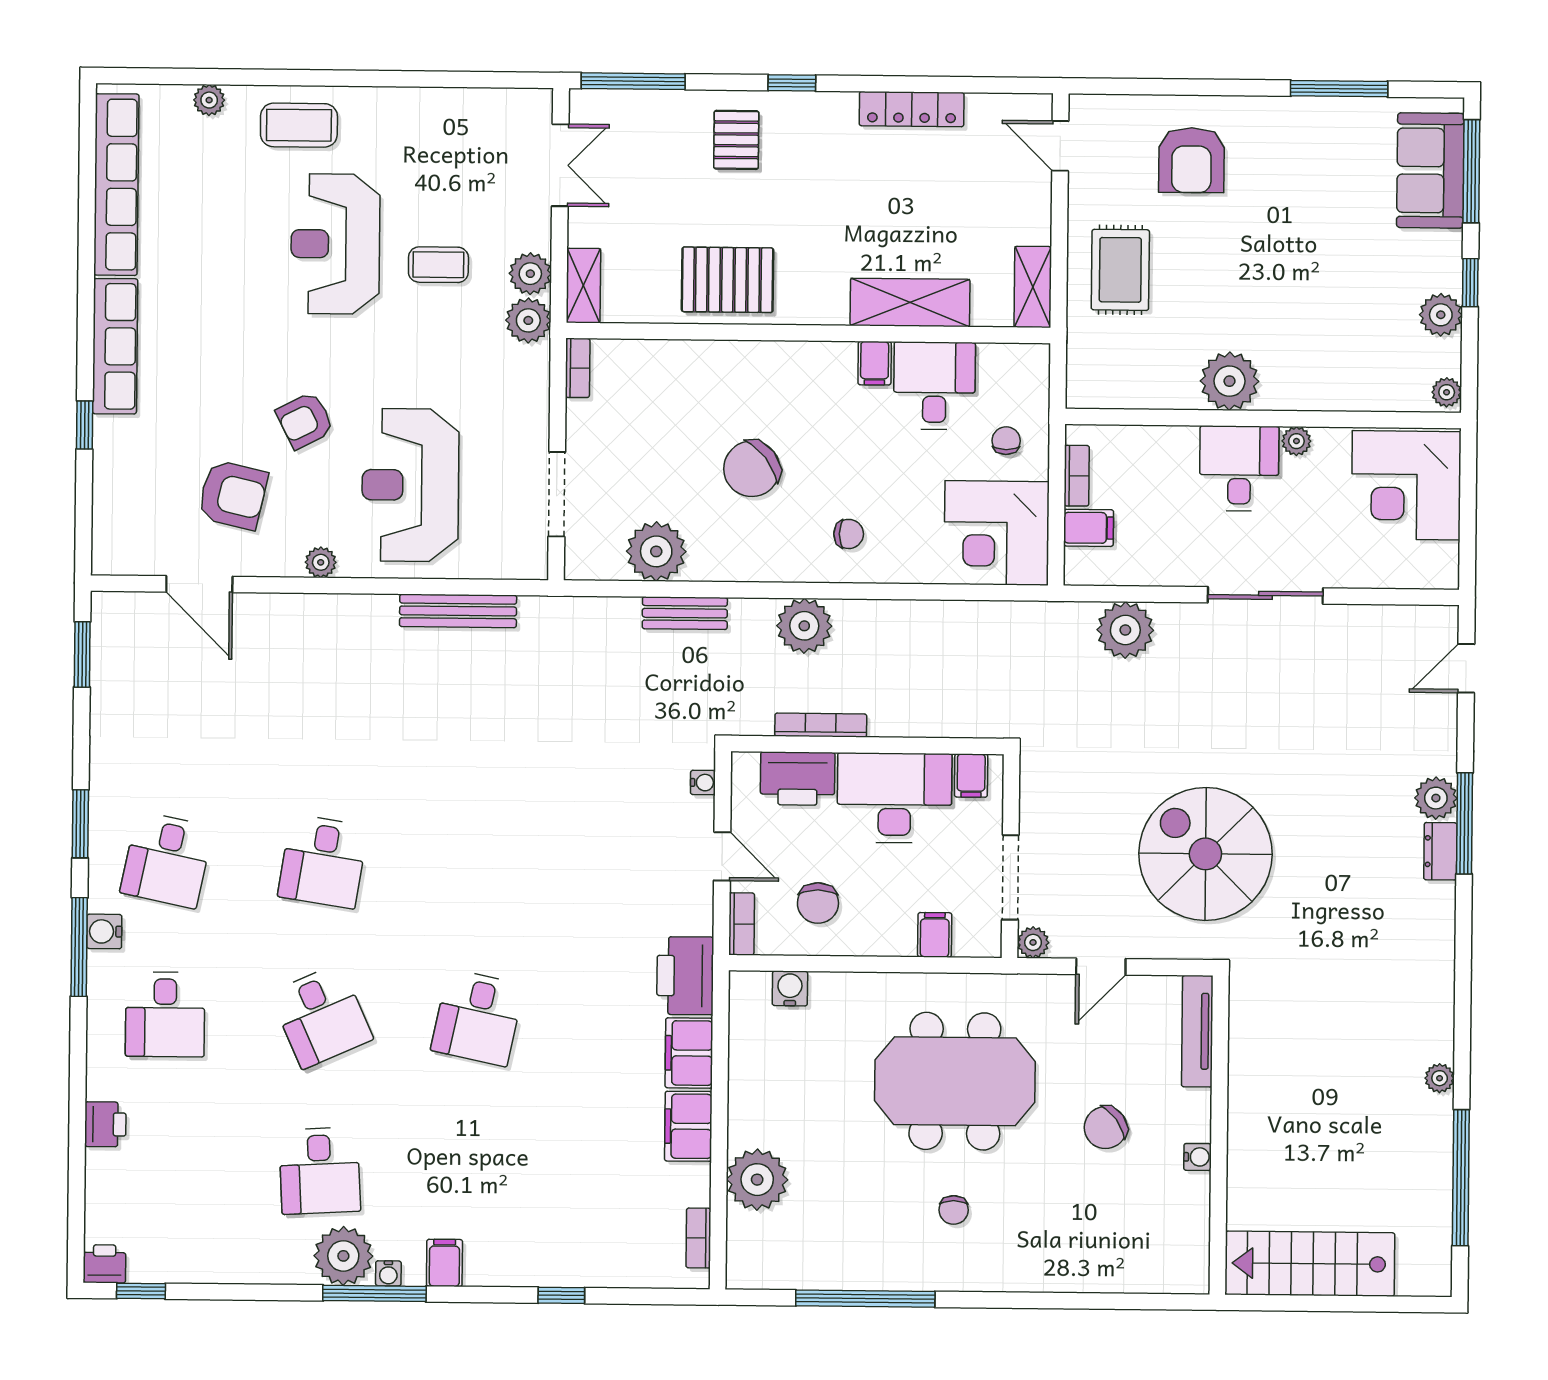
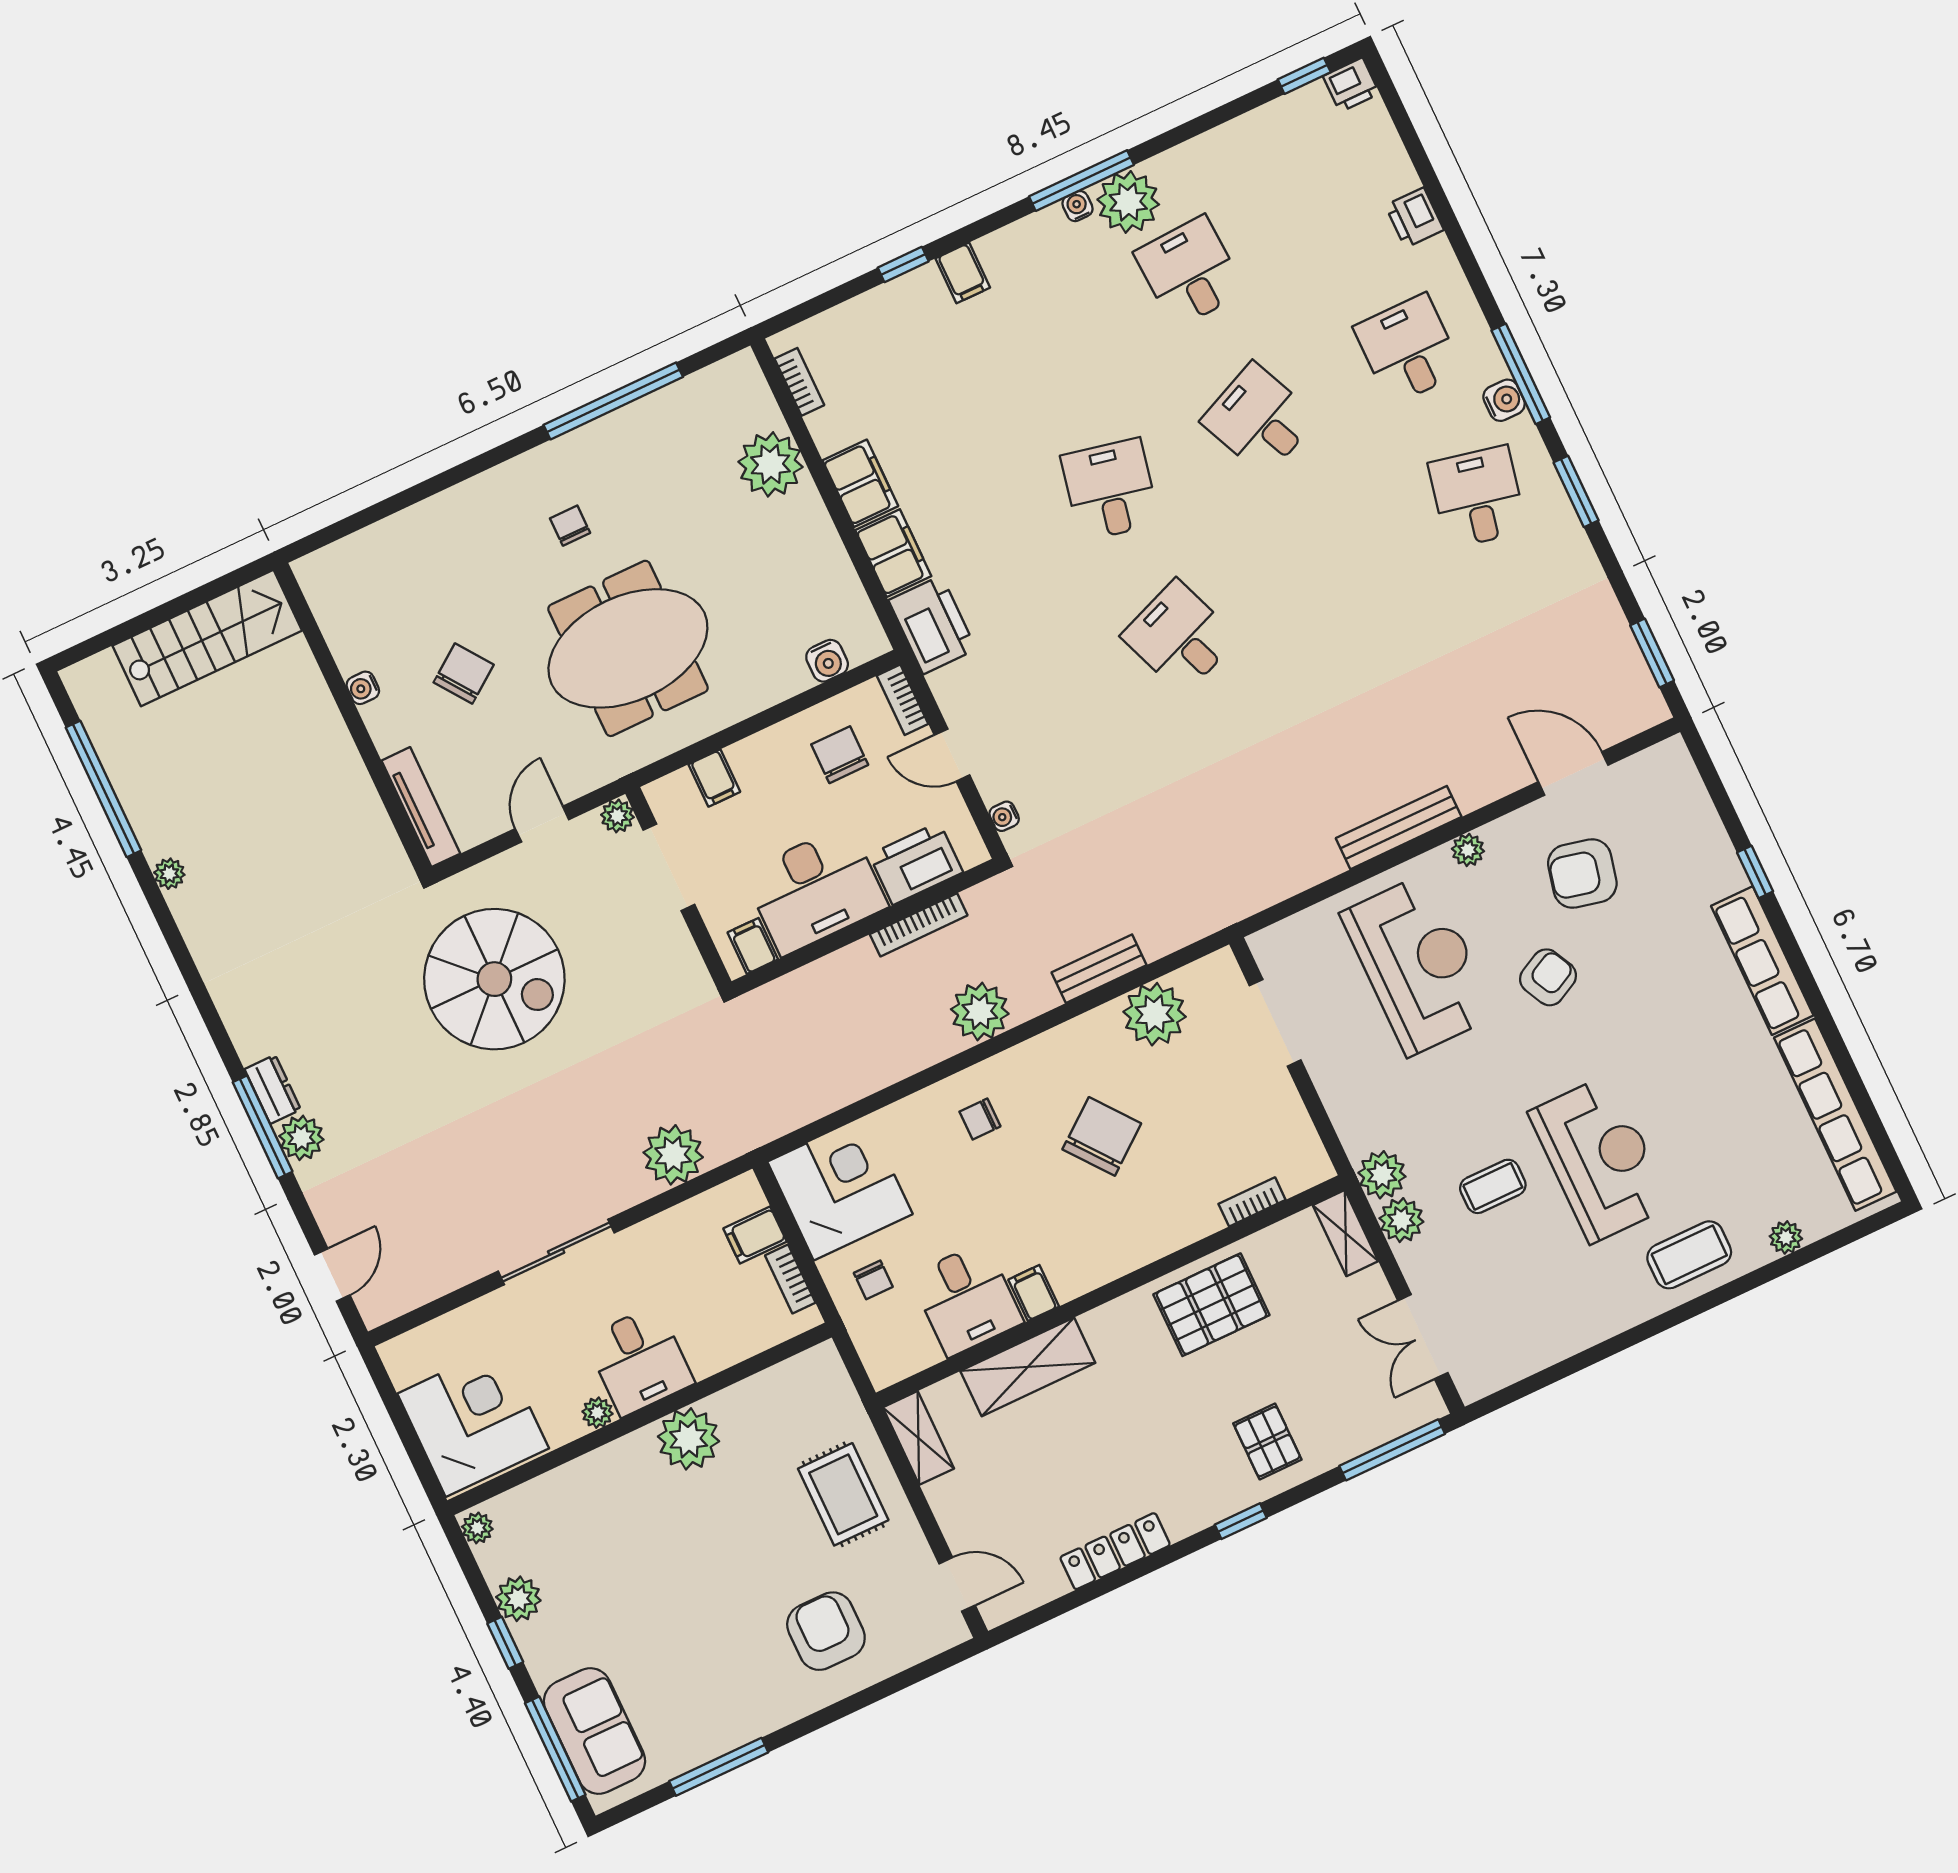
bookcase: (578, 368) -> (1252, 1202), moved, turned 90
bench: (458, 611) -> (1399, 828), moved
desk: (323, 861) -> (1180, 637), moved, turned -30
filing cabinet: (444, 1263) -> (963, 273), moved

